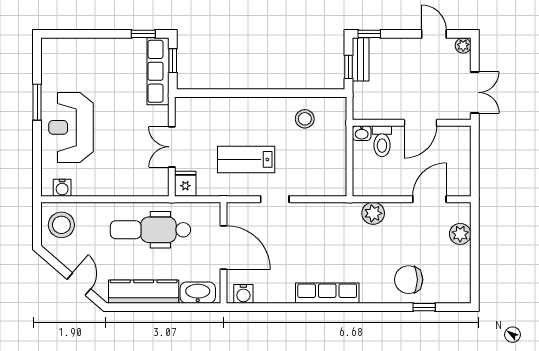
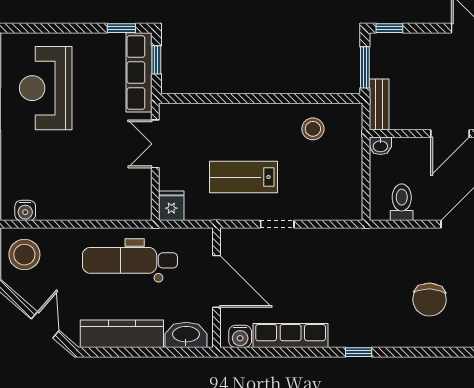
bench: (361, 59) -> (379, 104), moved
window: (349, 67) -> (365, 67), width x1.50
reception desk: (71, 127) -> (46, 88), moved
toilet: (382, 141) -> (402, 202), moved, turned 180
double door: (172, 147) -> (155, 144), moved
plant: (373, 213) -> (394, 241), removed
chair: (409, 280) -> (430, 300), moved, turned -88
row of seats: (327, 293) -> (291, 336), moved
window: (424, 307) -> (359, 352), moved

